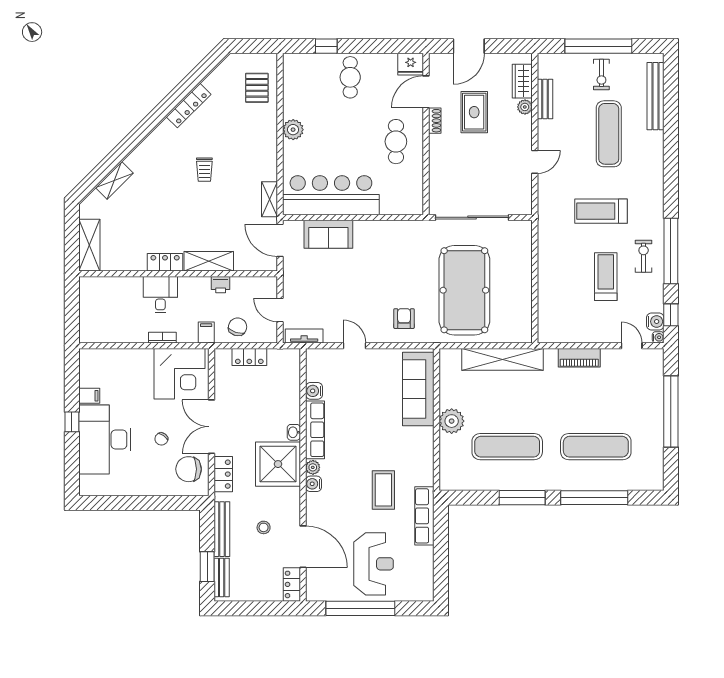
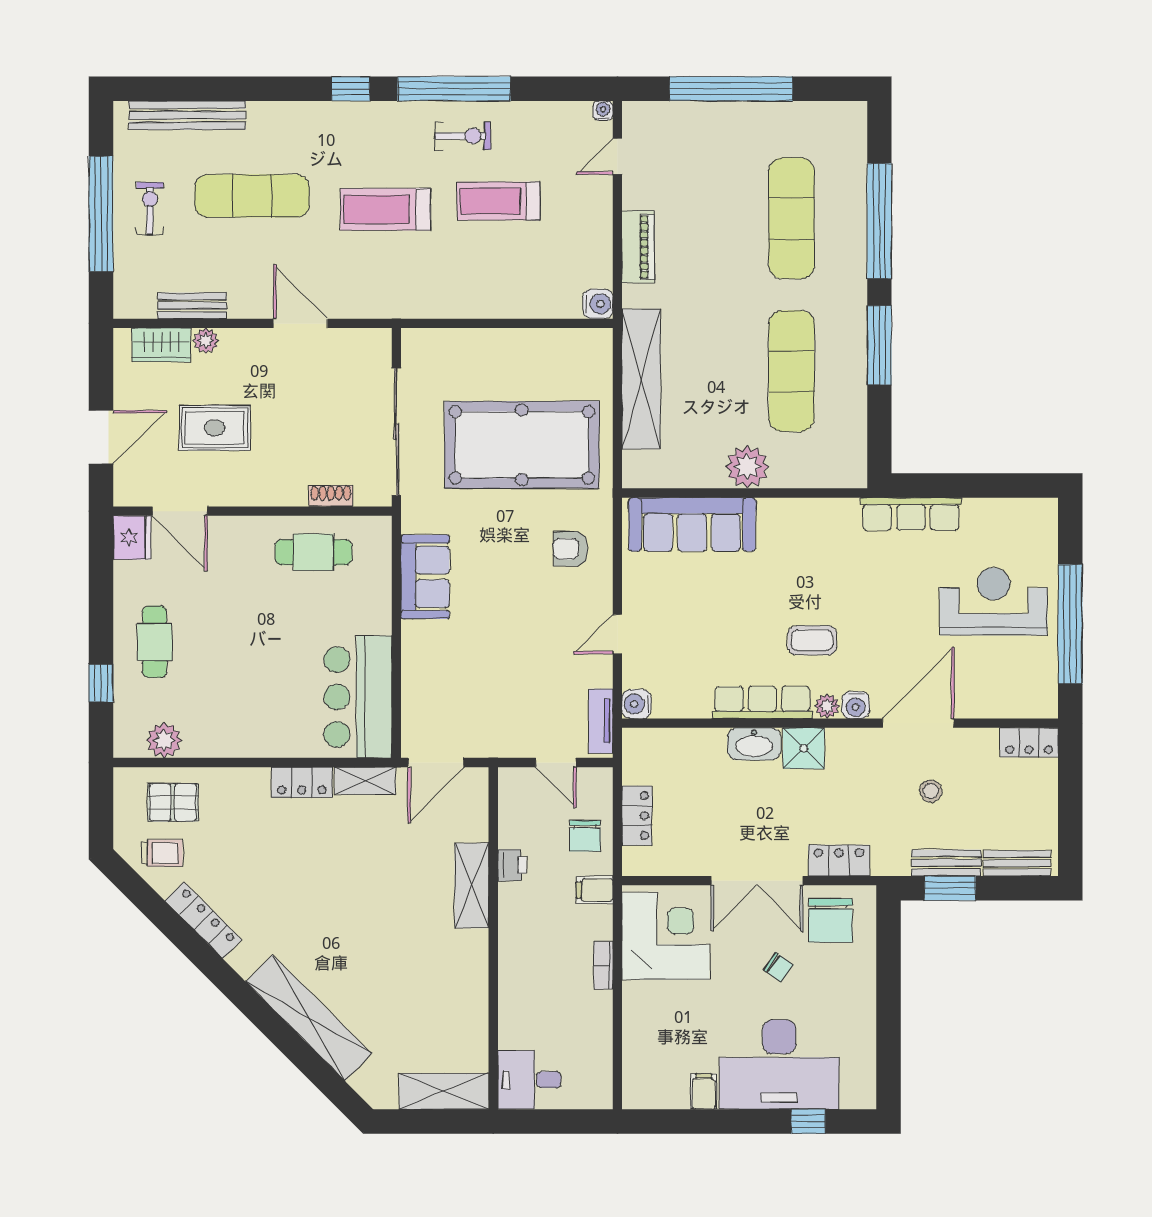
door: (469, 46) -> (101, 437), hinge flipped
exercise bike: (601, 75) -> (150, 208), turned -90
cafe table: (350, 77) -> (155, 642), turned 90
shoe rack: (435, 121) -> (331, 496), moved
plant: (293, 130) -> (164, 740), moved
cafe table: (396, 142) -> (313, 552), moved
door: (535, 162) -> (301, 323), width x1.38
trolley: (204, 170) -> (162, 853), moved
shelving: (114, 180) -> (309, 1018), width x2.20, depth x1.33
bar counter: (331, 195) -> (358, 697), width x0.73
treadmill: (601, 211) -> (385, 209), turned 90
sofa: (328, 234) -> (425, 577), moved
exercise bike: (644, 256) -> (463, 136), turned 180
locker: (165, 262) -> (302, 782), moved, turned -90
desk: (160, 295) -> (529, 1080), moved
door: (280, 310) -> (556, 763), hinge flipped
window: (671, 315) -> (351, 89), moved
water cooler: (655, 321) -> (598, 304), moved, turned 90
chair: (238, 327) -> (585, 836), turned -108
water cooler: (314, 391) -> (637, 704), moved, turned 90
window: (72, 422) -> (808, 1121), moved
washbasin: (294, 432) -> (754, 744), width x1.91, depth x1.45
shower: (278, 464) -> (804, 748), width x0.54, depth x0.54
coffee table: (383, 490) -> (812, 640), moved, width x0.73, depth x0.77
bench: (222, 529) -> (946, 863), width x0.73
door: (303, 547) -> (918, 723), moved
window: (207, 567) -> (950, 888), moved

